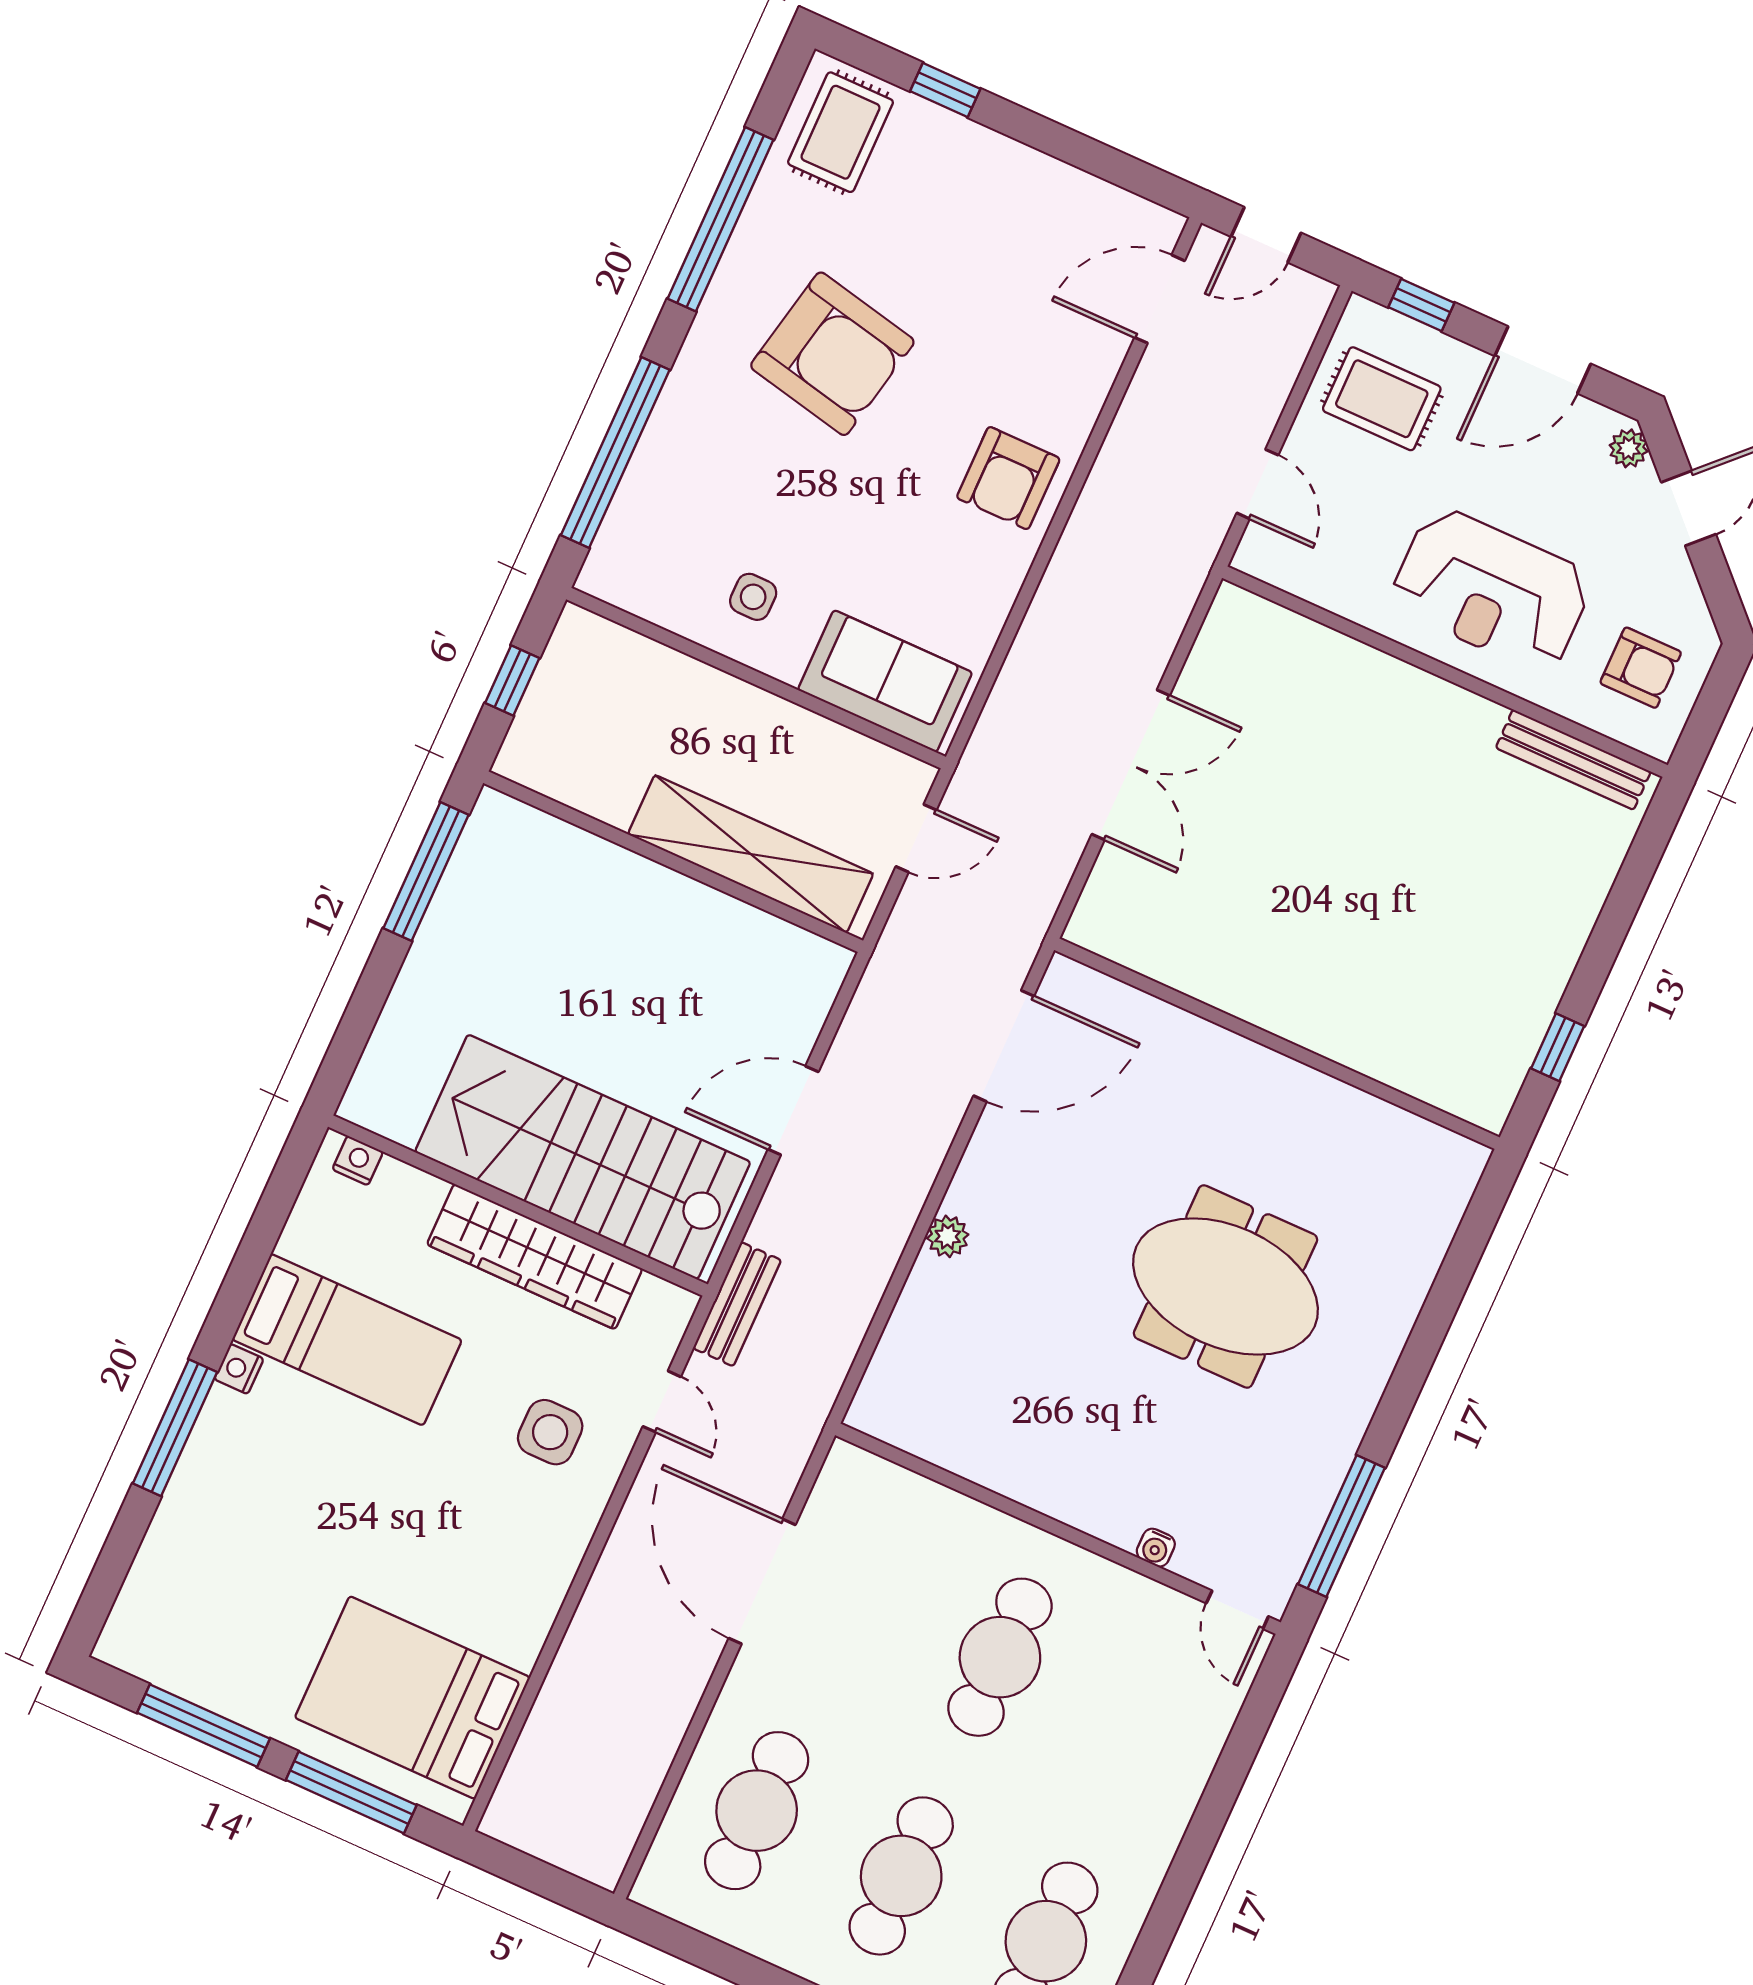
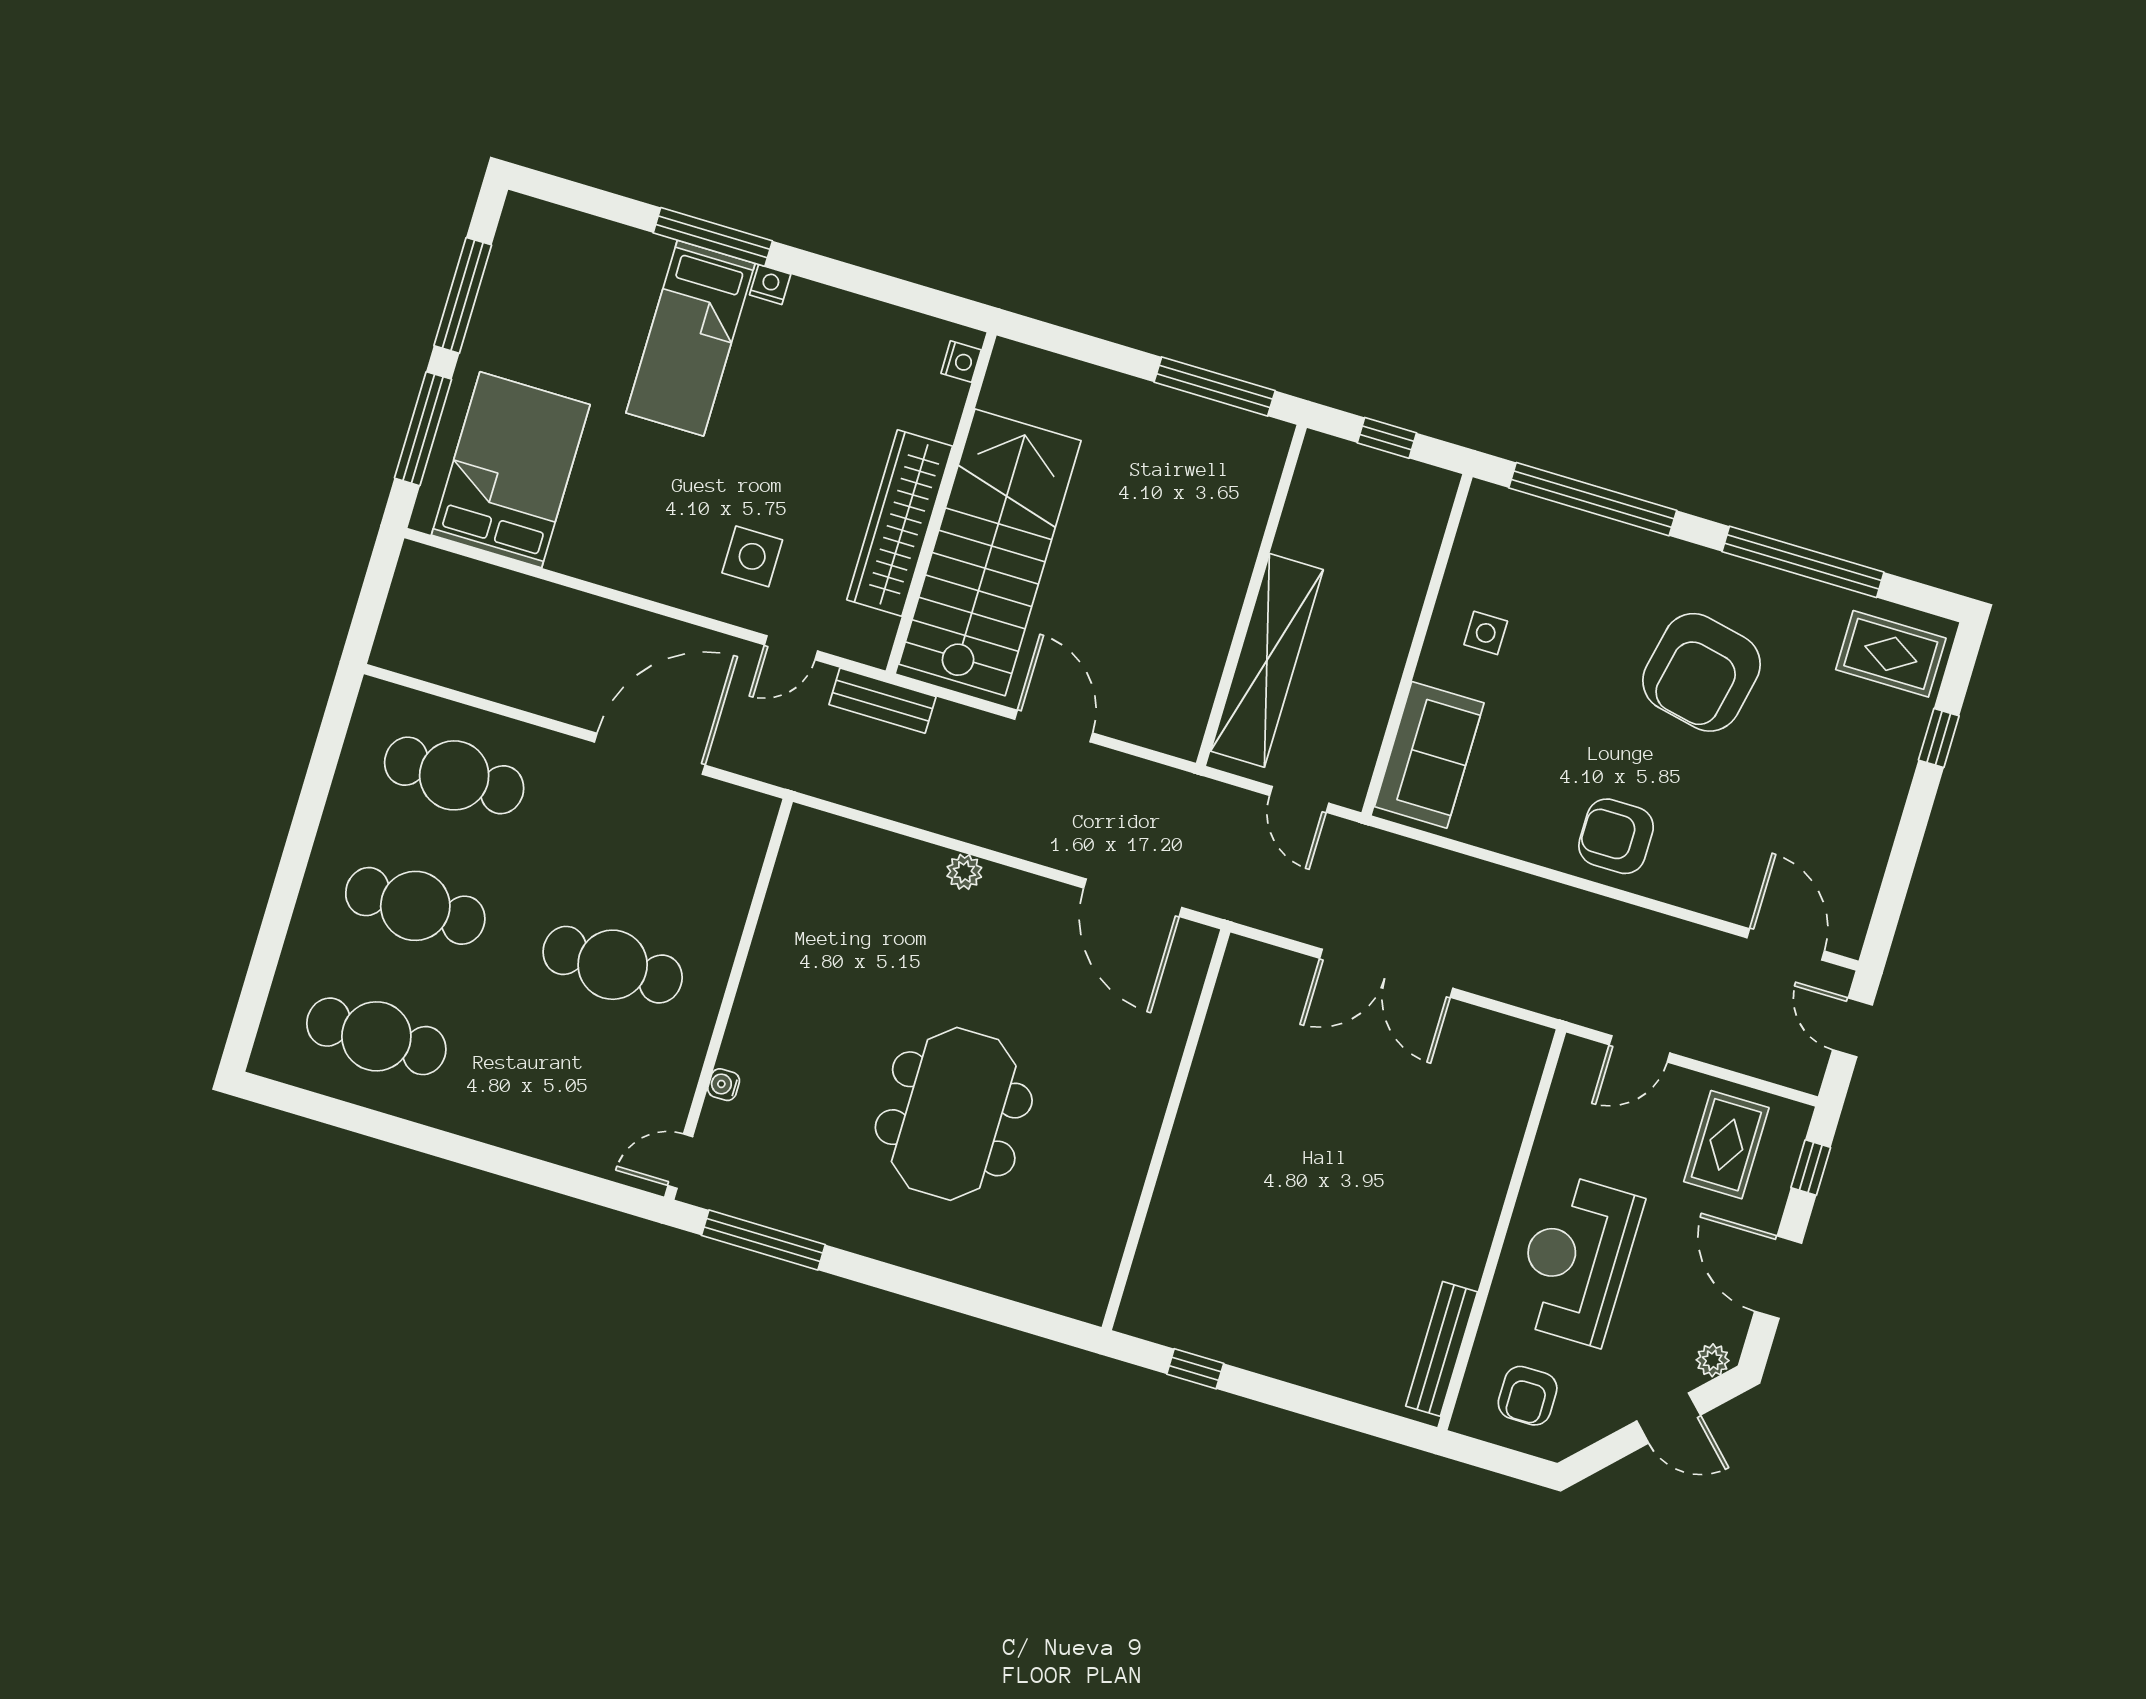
bed: (347, 1340) -> (690, 338), moved

